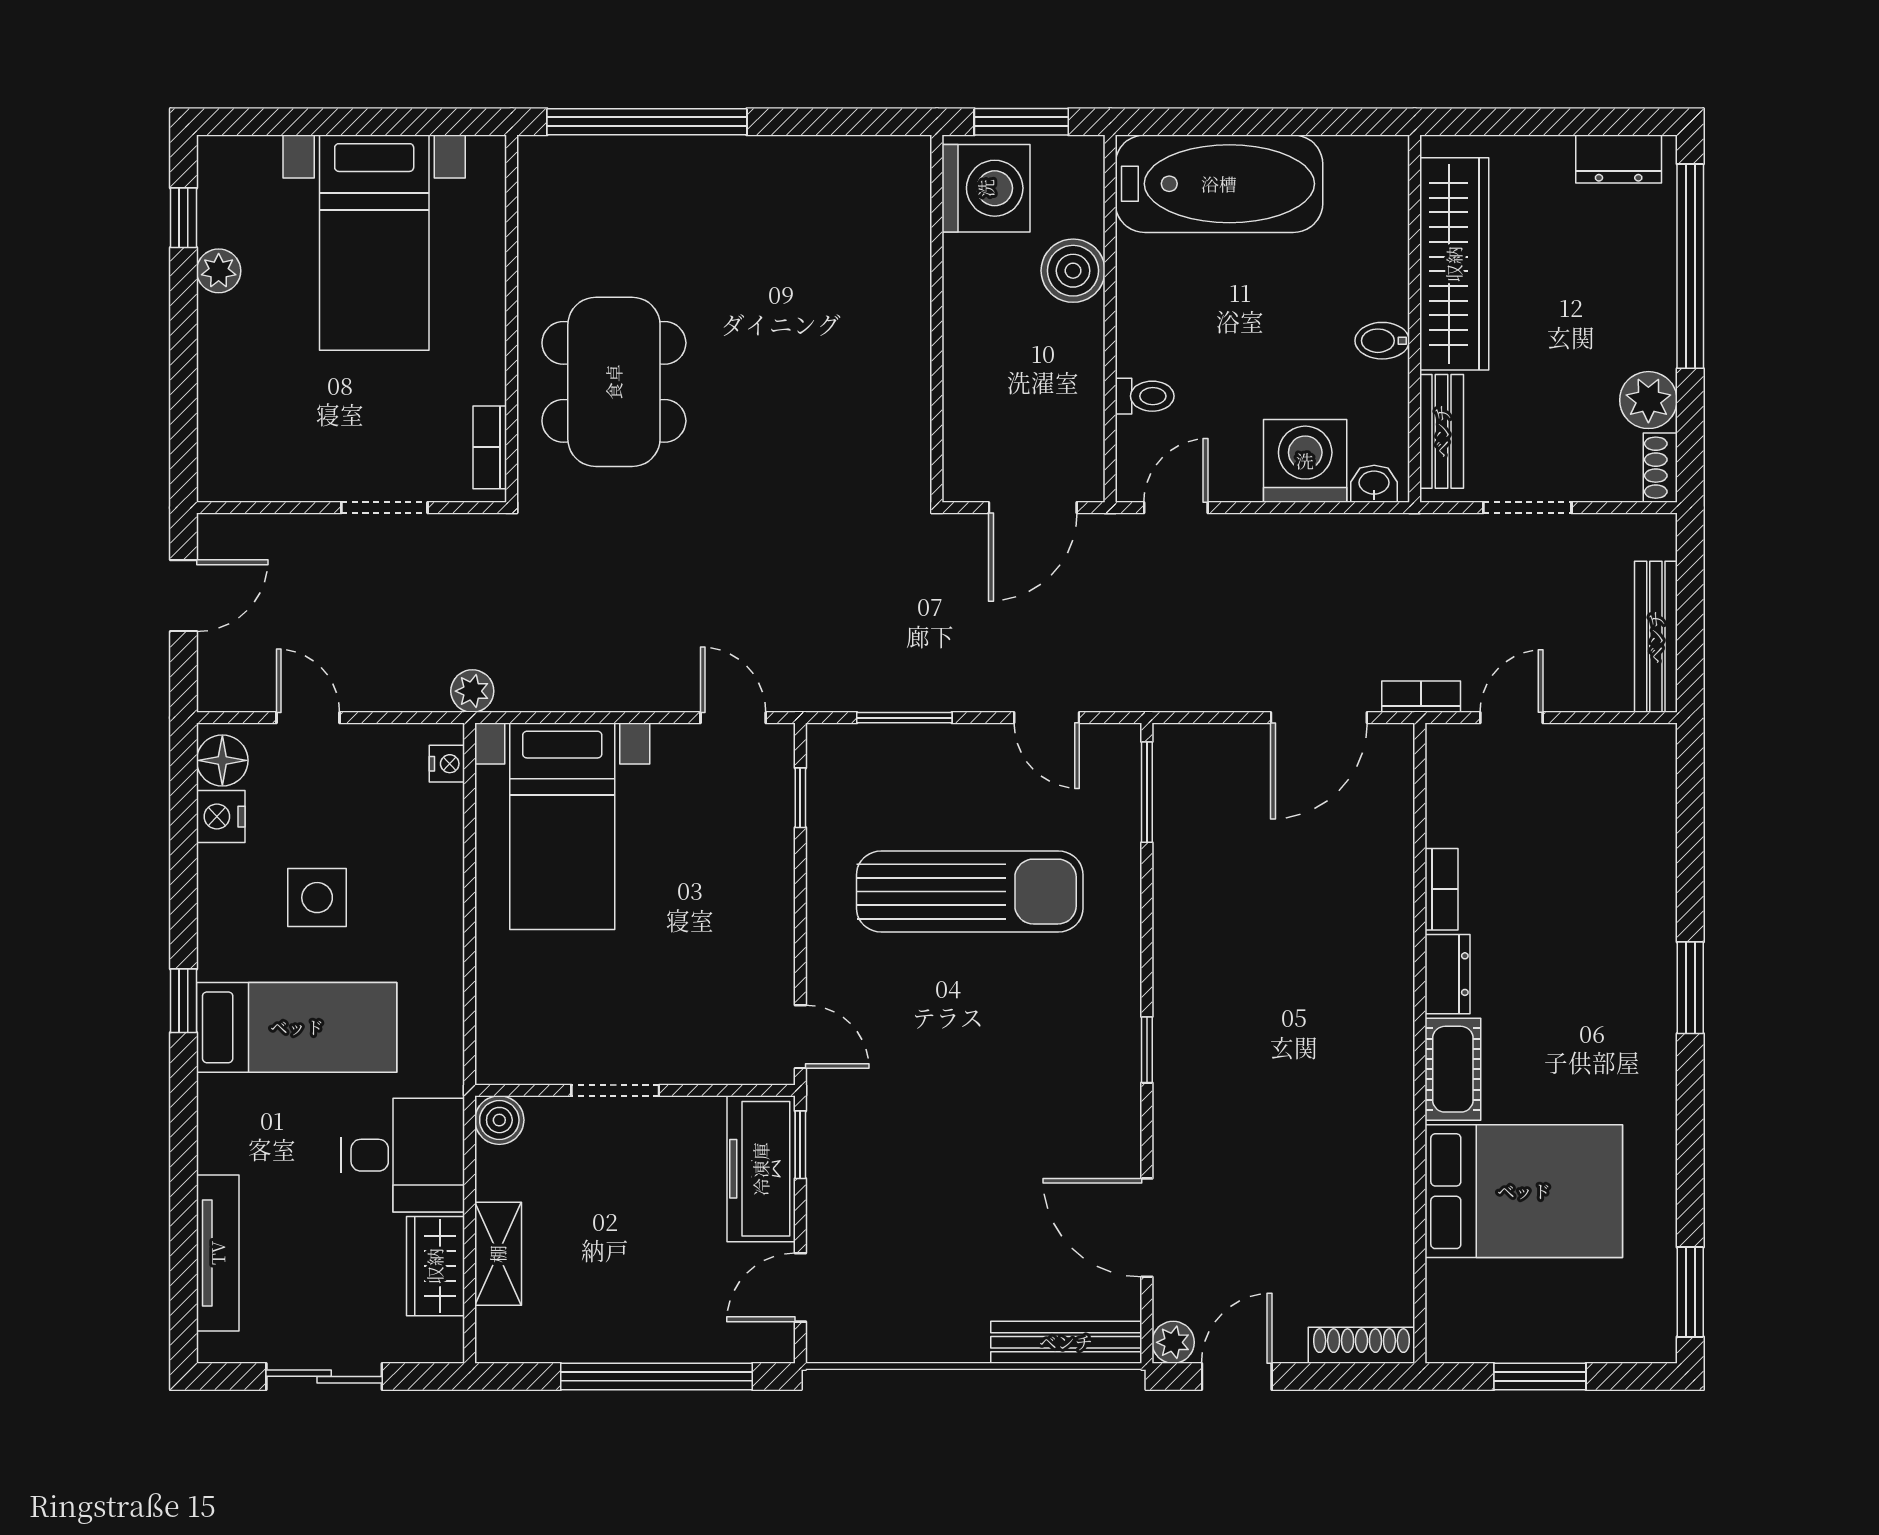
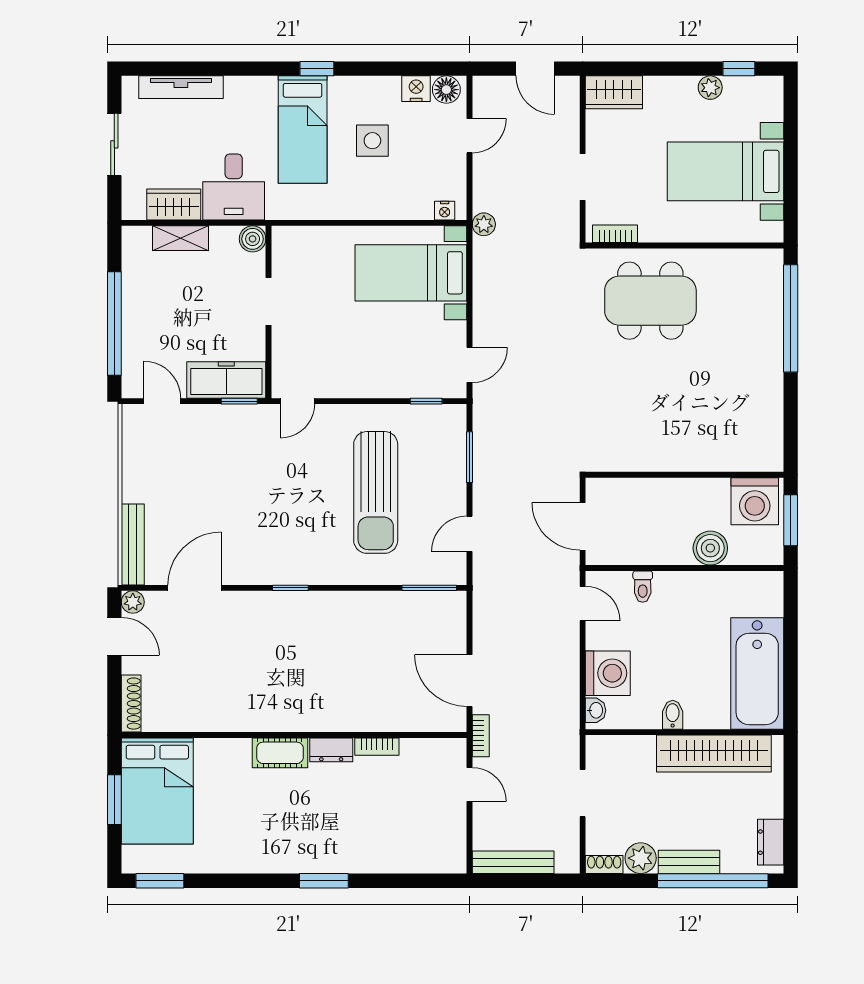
bathtub: (1219, 184) -> (757, 673), moved
bench: (1442, 431) -> (689, 862), moved
wardrobe: (227, 450) -> (614, 92), added
bed: (1524, 1191) -> (157, 791), moved

